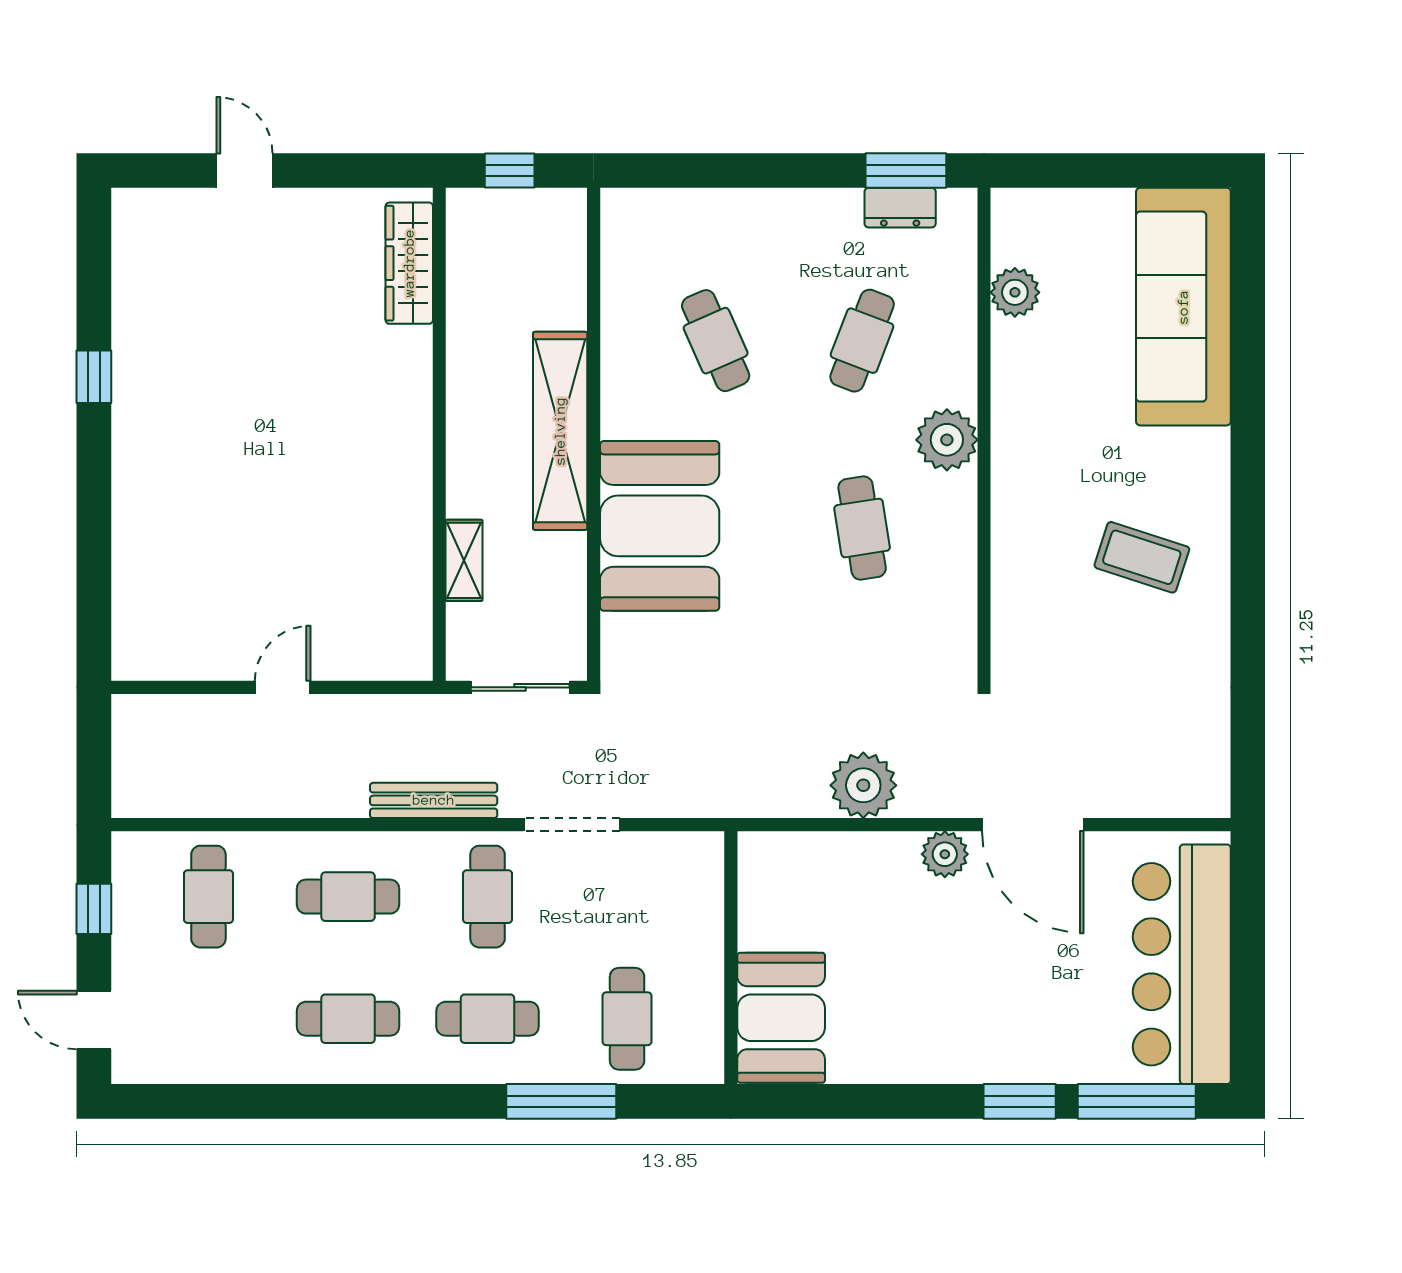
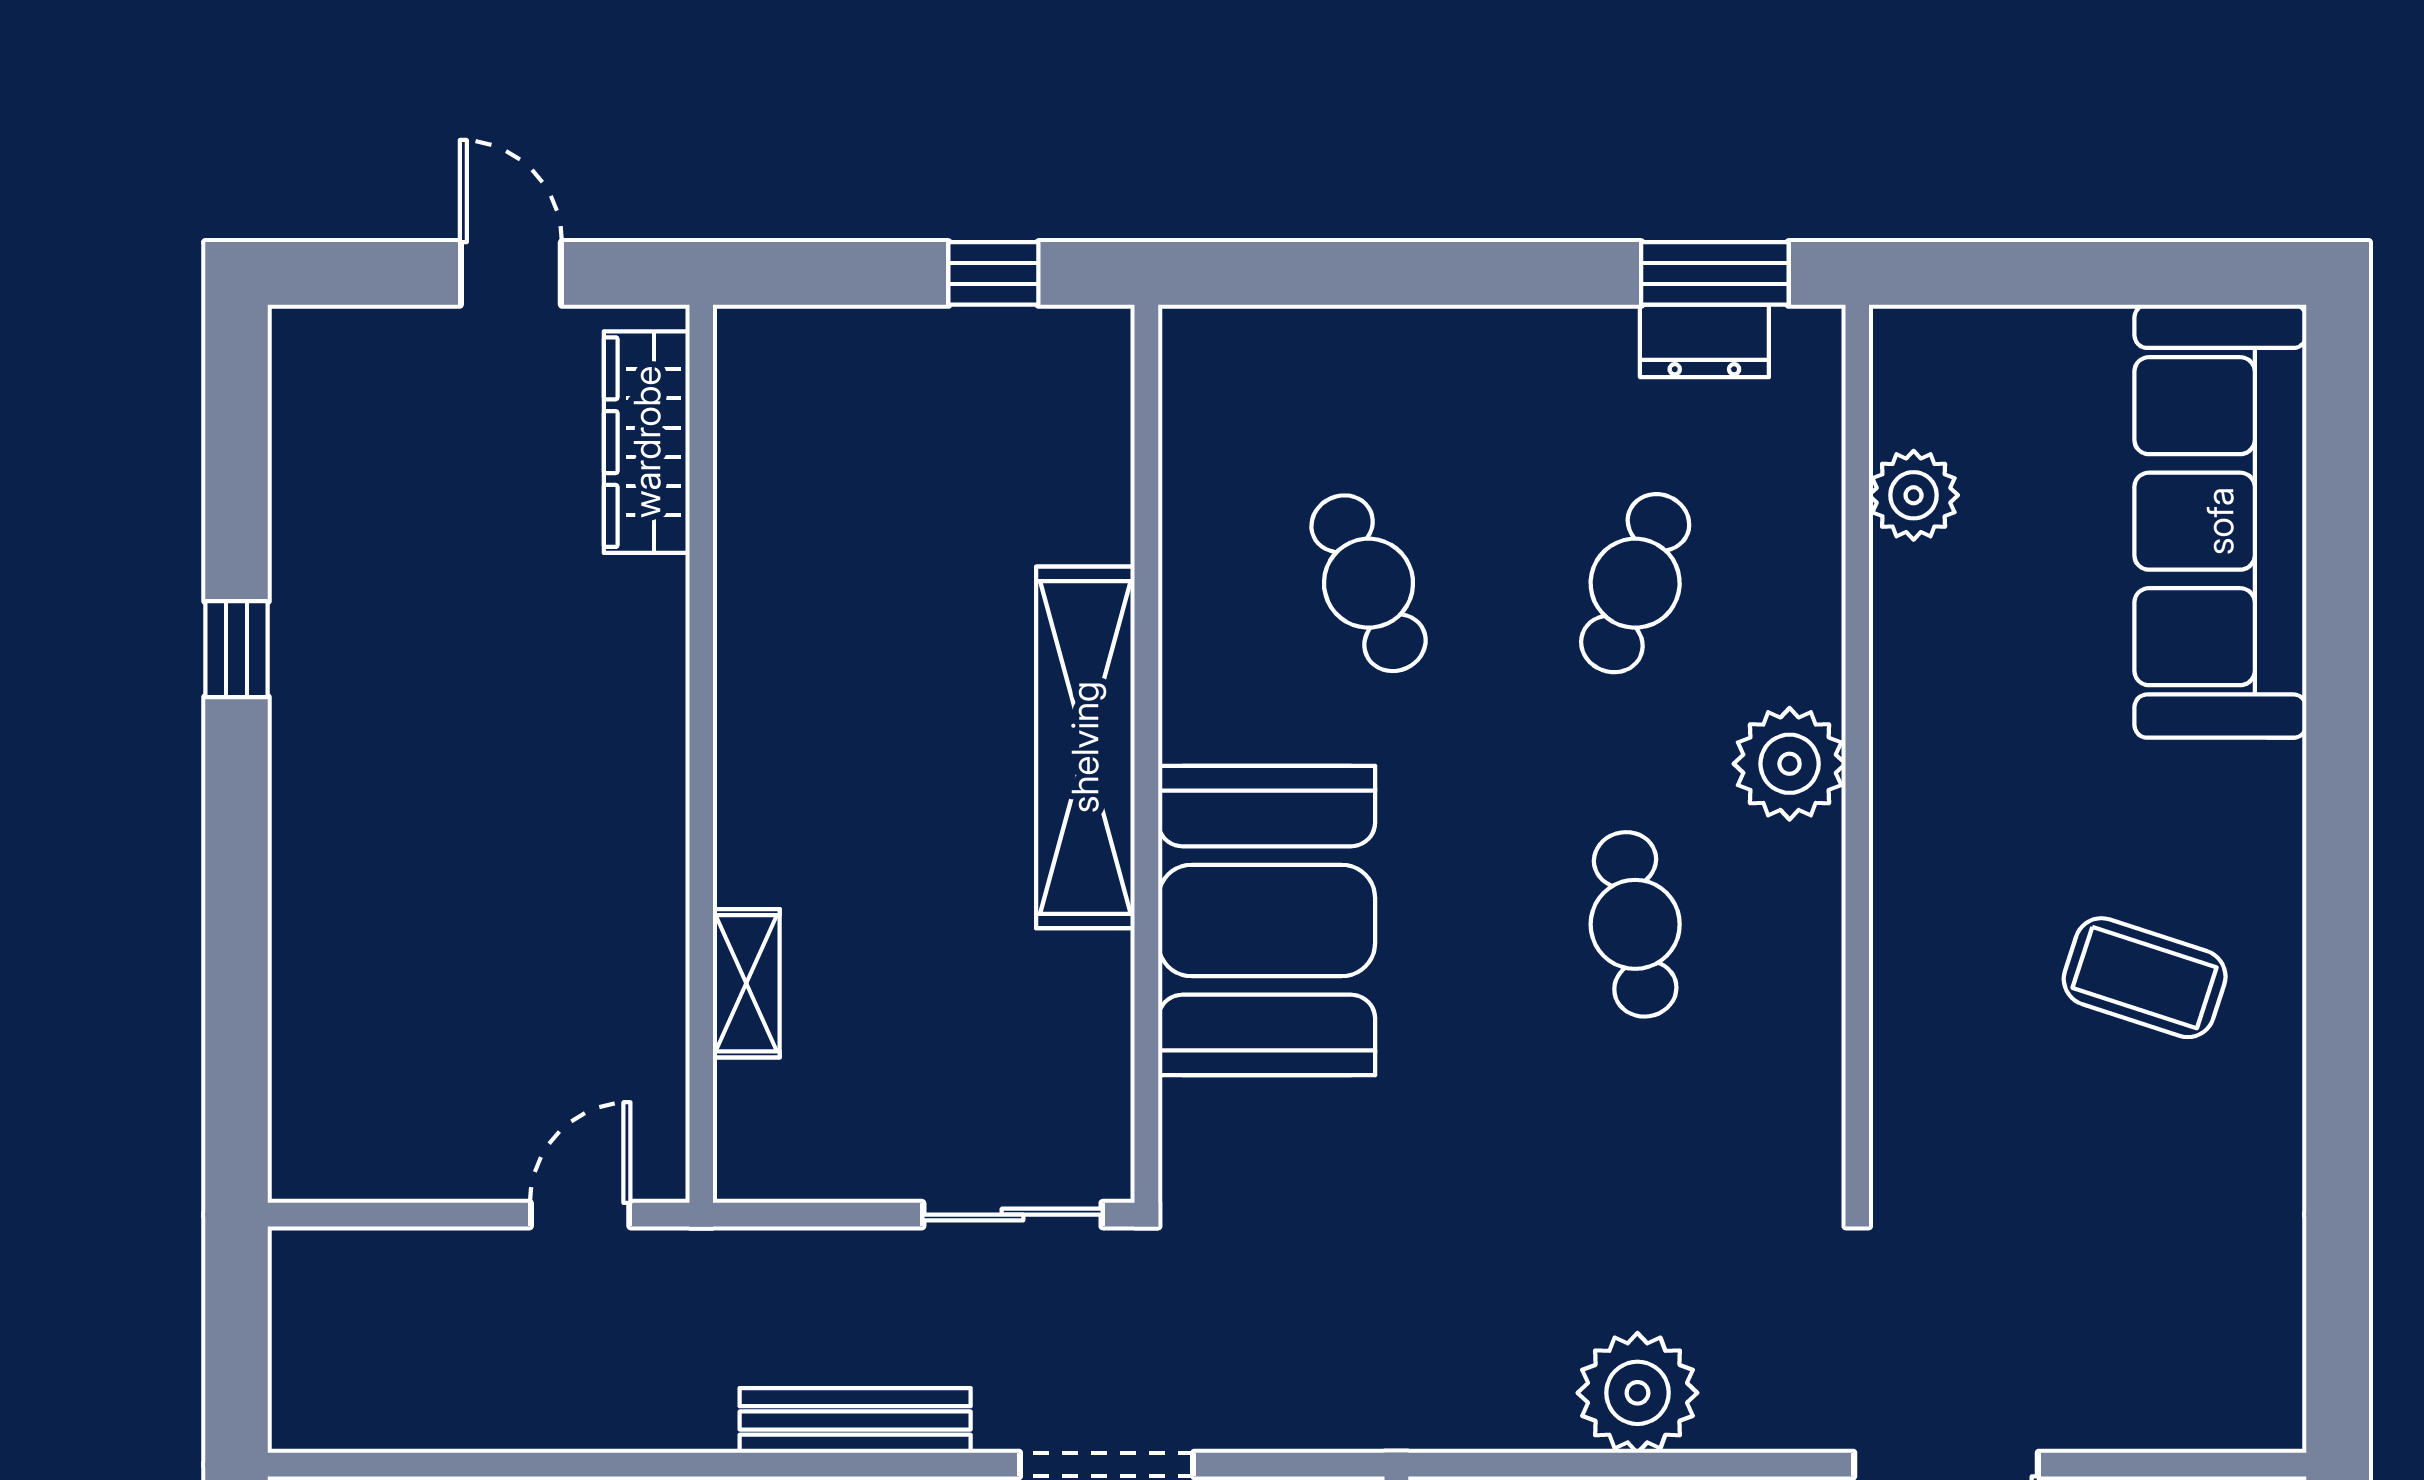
wardrobe: (409, 263) -> (647, 442), moved
wall: (439, 434) -> (701, 754), moved
shelving: (464, 560) -> (746, 983), moved

